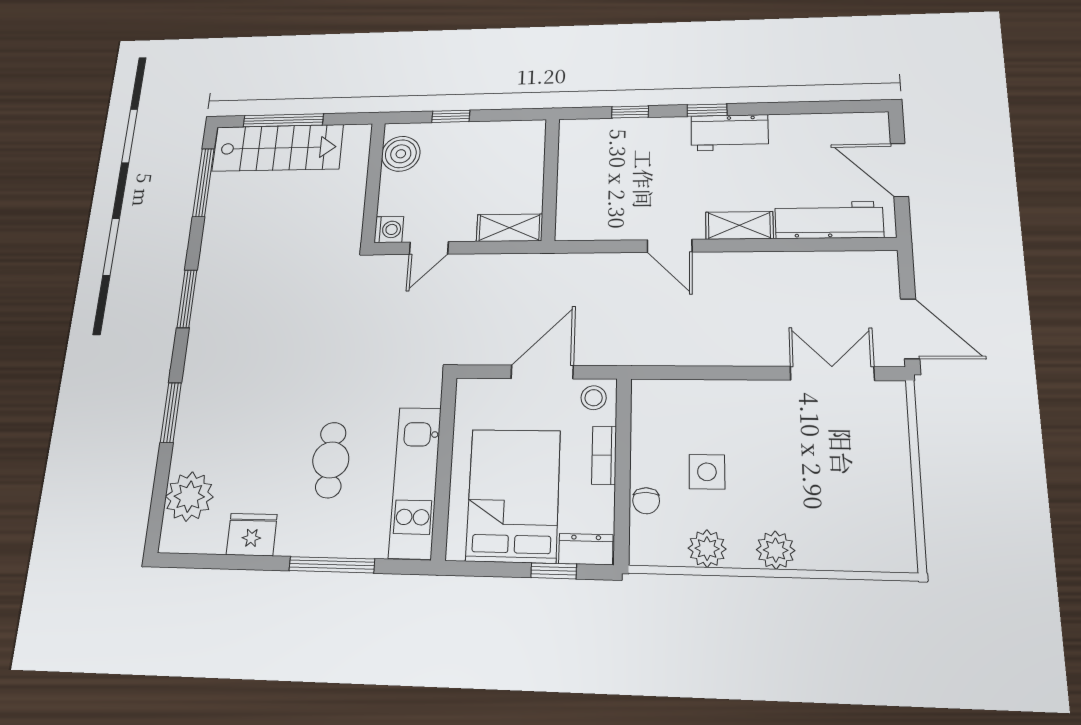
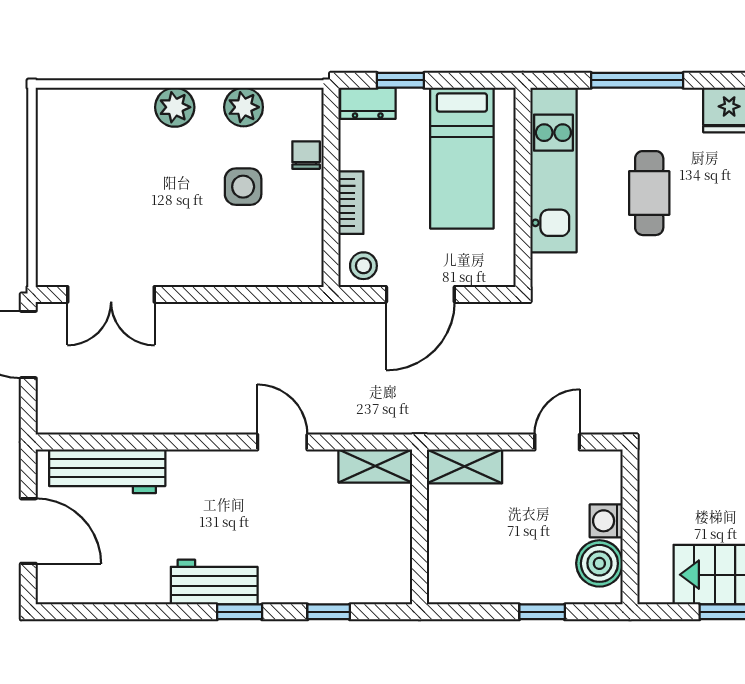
shelving: (739, 225) -> (375, 466), moved
washing machine: (389, 229) -> (606, 521), moved
bed: (513, 495) -> (462, 158), width x0.67

